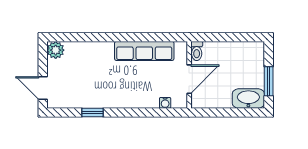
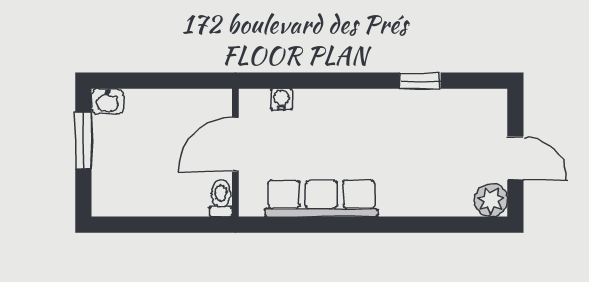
door: (43, 88) -> (515, 158), moved
washbasin: (248, 99) -> (107, 102), width x0.52, depth x0.69

